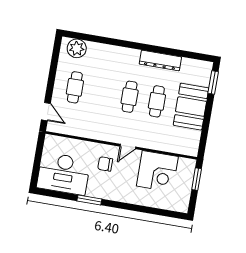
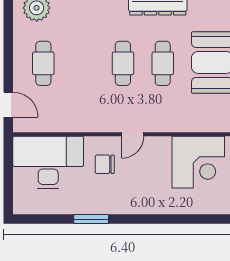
corner desk: (157, 171) -> (198, 162), moved
desk: (64, 174) -> (48, 162), moved, turned 180

